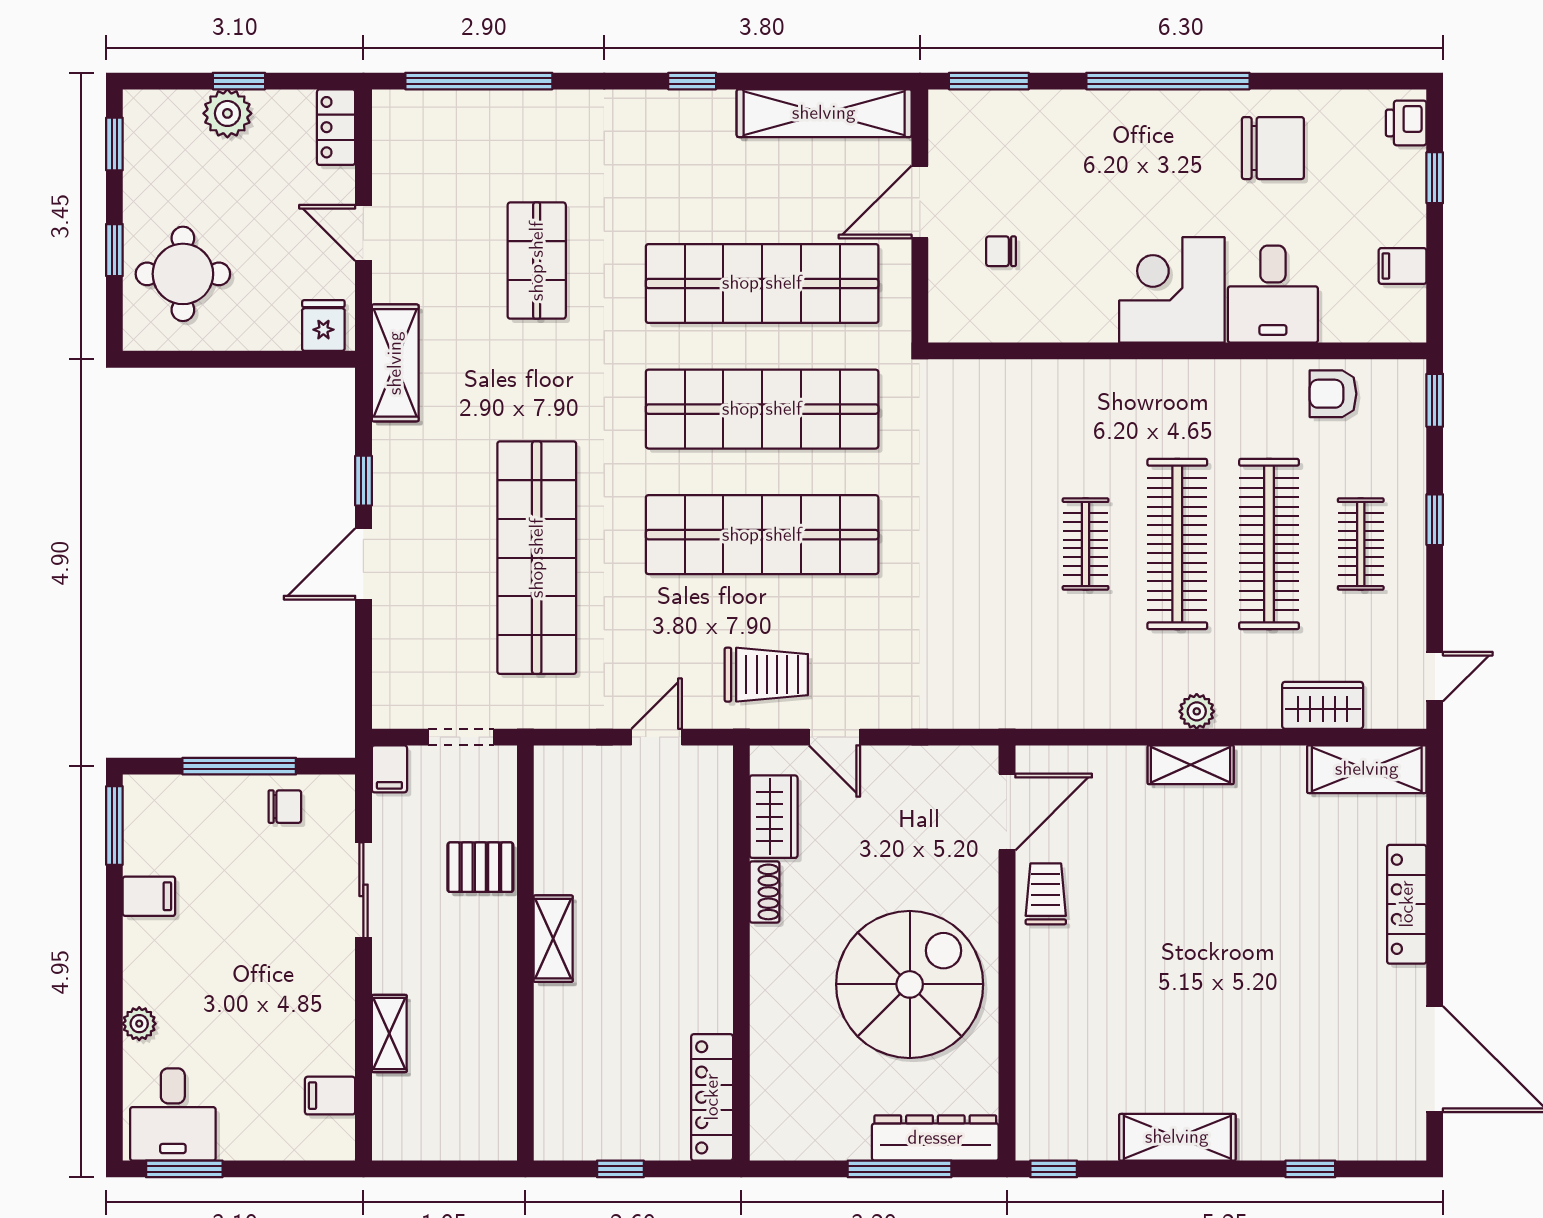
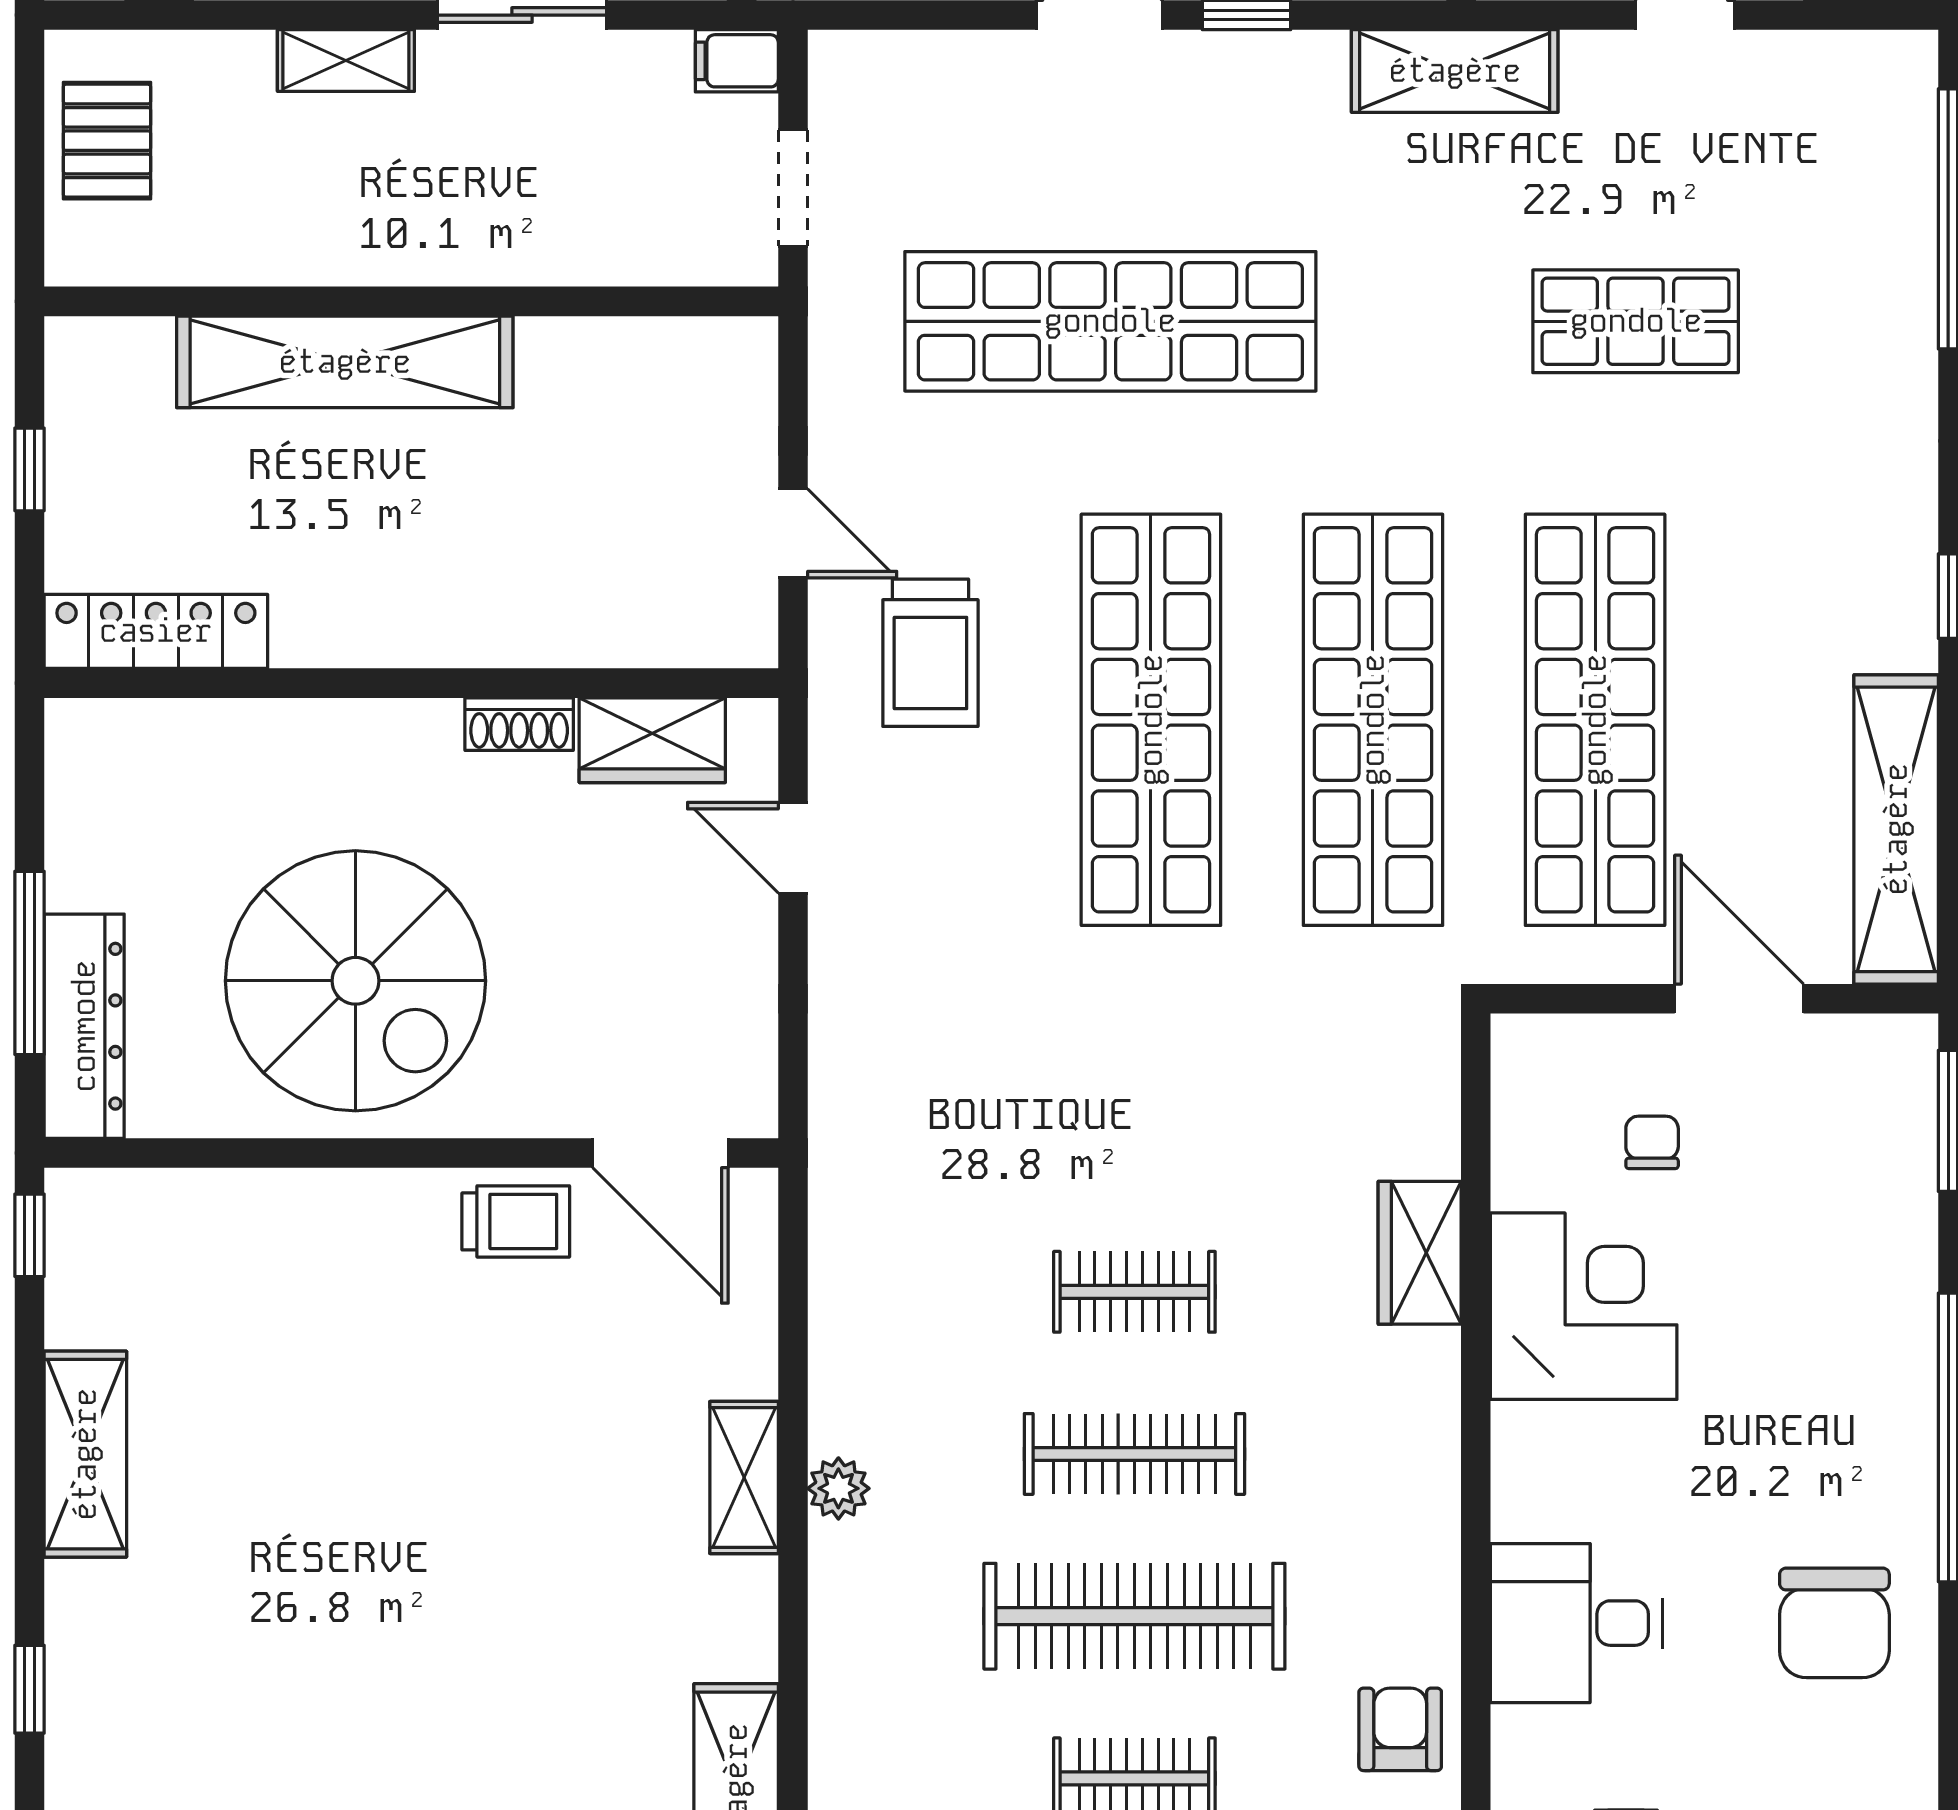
corner desk: (1172, 290) -> (1584, 1306), moved
clothes rail: (1177, 544) -> (1134, 1454), width x0.73, depth x0.76
trolley: (766, 675) -> (930, 653), moved
wardrobe: (1323, 705) -> (1420, 1253), moved, turned 180
door: (834, 737) -> (793, 848), hinge flipped
pallet: (480, 867) -> (107, 141), moved
shelving: (553, 939) -> (345, 362), width x2.20, depth x1.33
shelving: (389, 1033) -> (346, 60), moved

